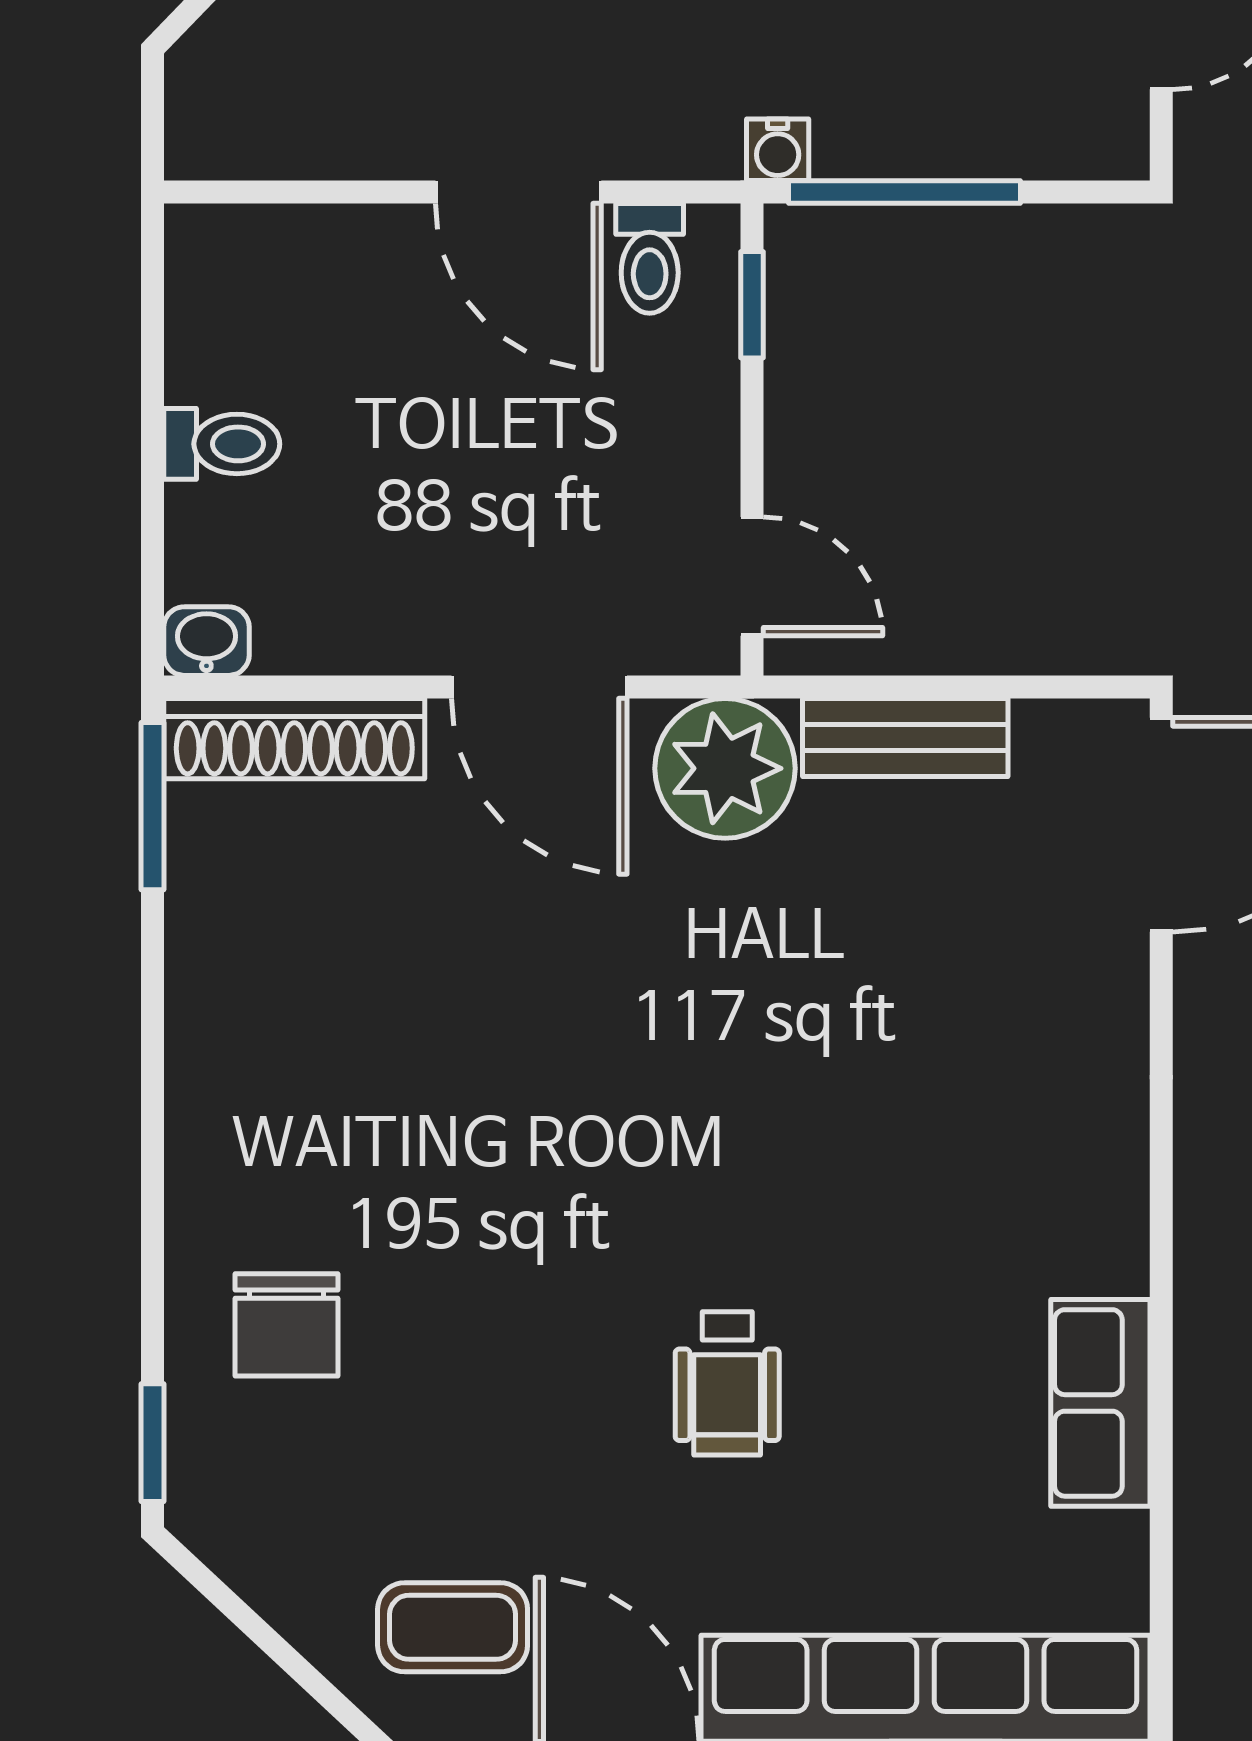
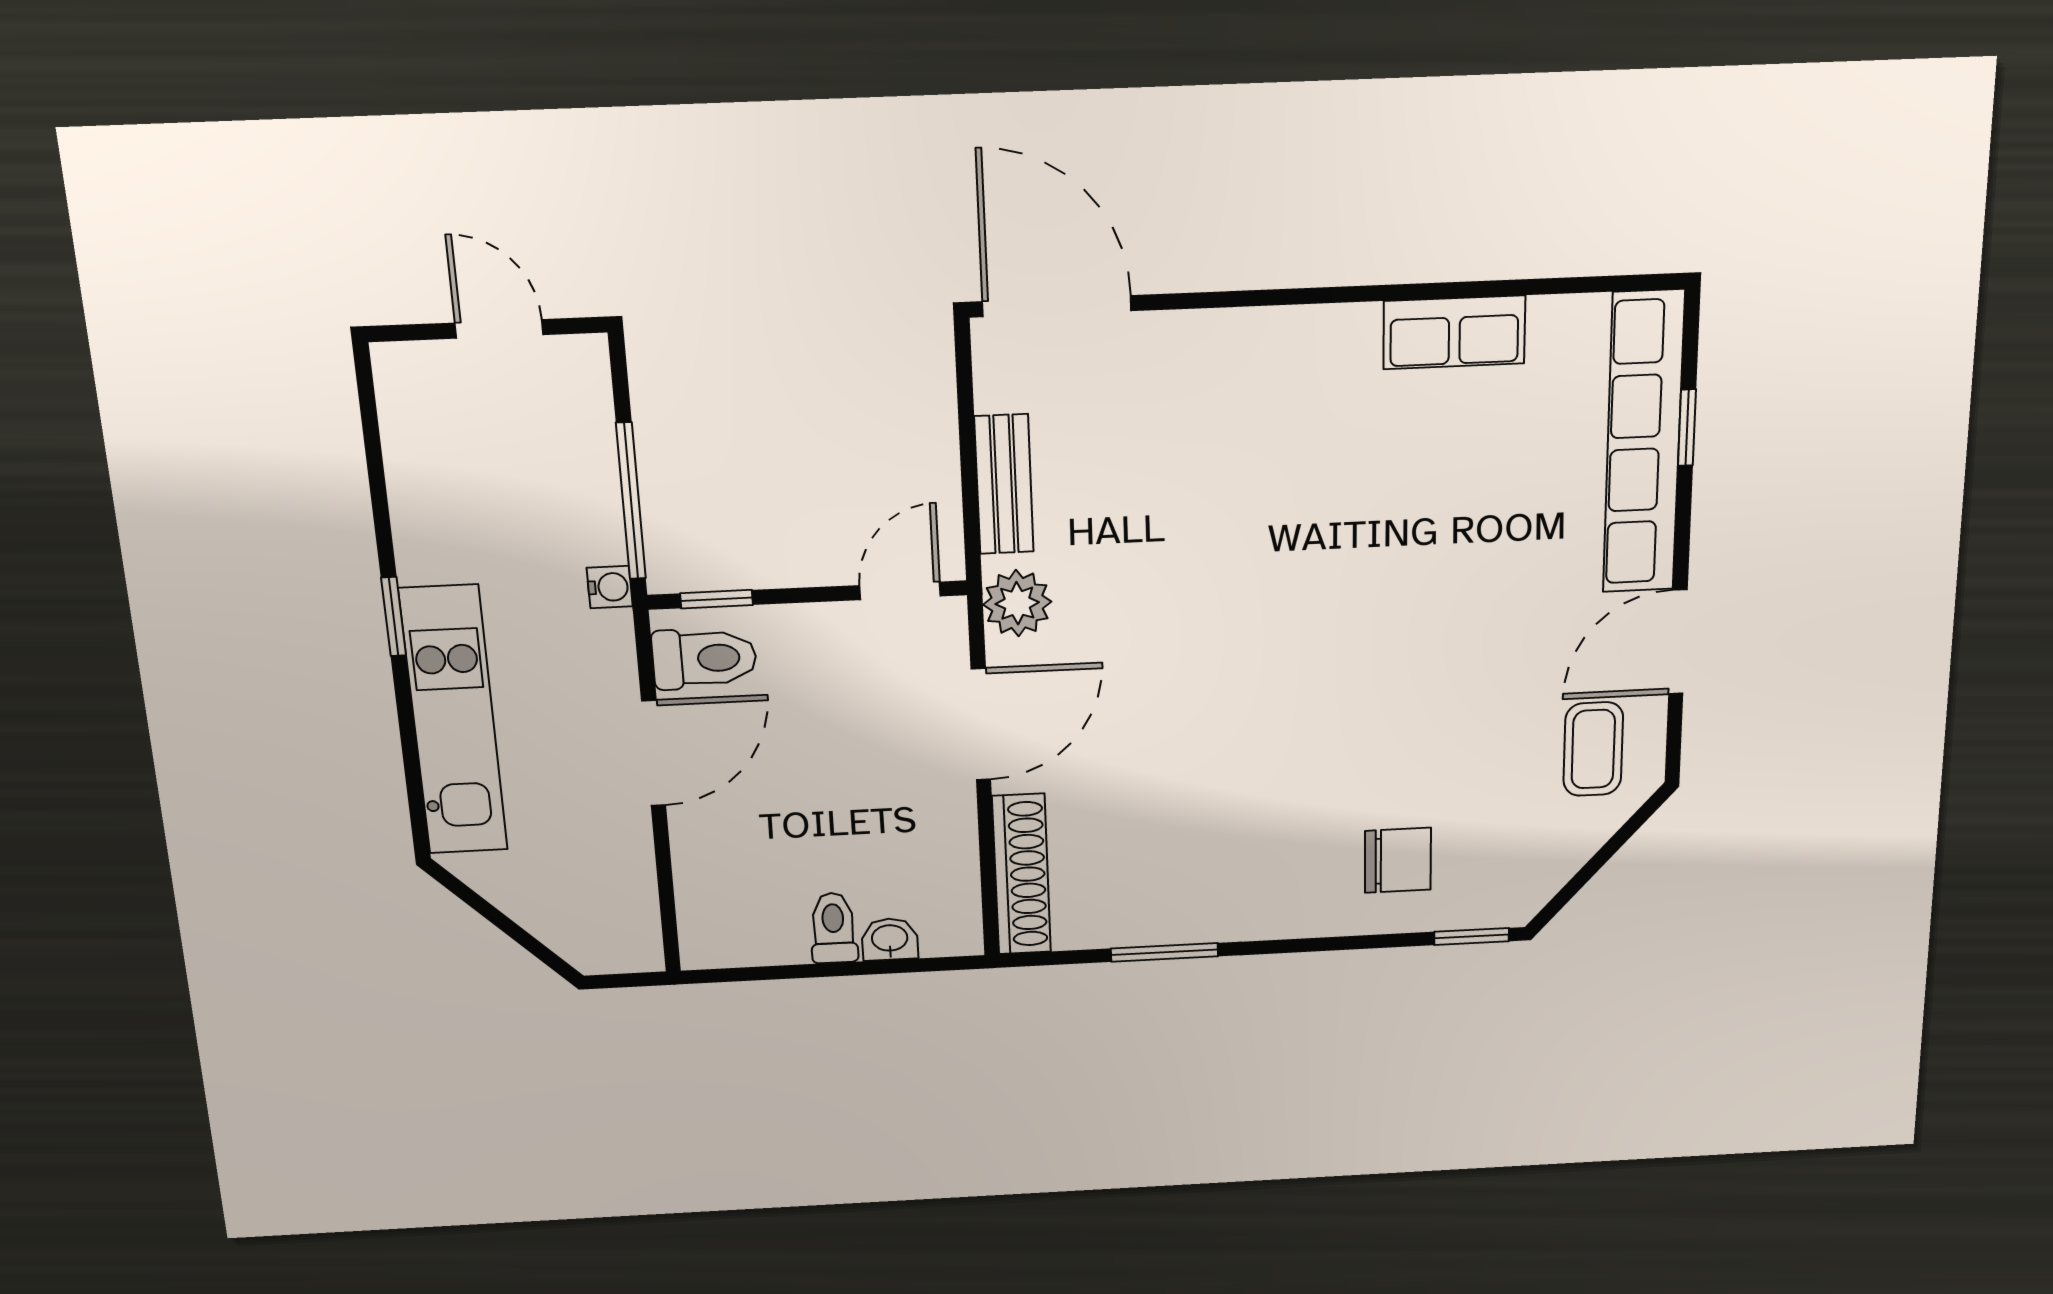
toilet: (650, 258) -> (704, 658), width x1.37, depth x1.39
washbasin: (206, 641) -> (890, 939), moved, turned 90
plant: (725, 768) -> (1017, 603), width x0.73, depth x0.73
window: (152, 806) -> (1164, 952), moved
wheelchair: (727, 1383) -> (1438, 583), removed

